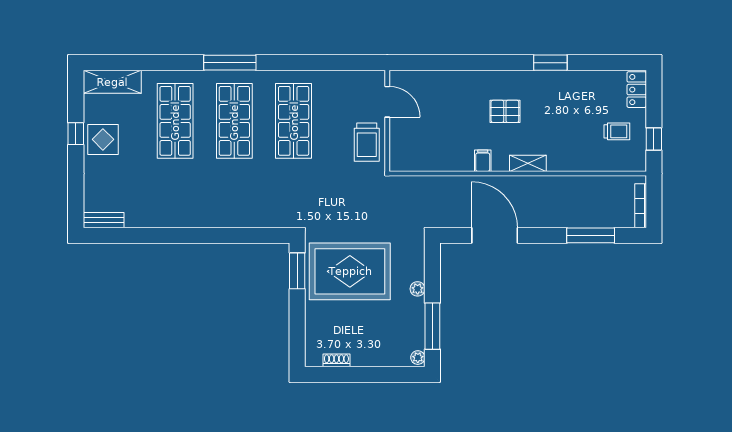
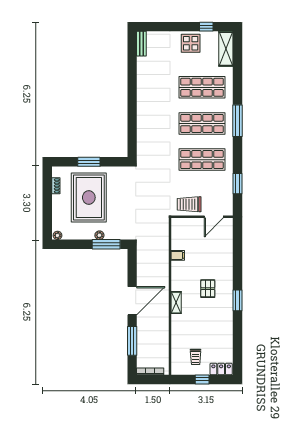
window: (333, 63) -> (237, 184), added
window: (550, 63) -> (237, 300), moved
window: (76, 134) -> (206, 27), moved
window: (654, 139) -> (202, 379), moved
filing cabinet: (483, 161) -> (178, 255), moved
door: (495, 235) -> (132, 301), moved
window: (297, 271) -> (89, 162), moved
rug: (350, 271) -> (89, 197), moved
window: (432, 326) -> (106, 244), moved

